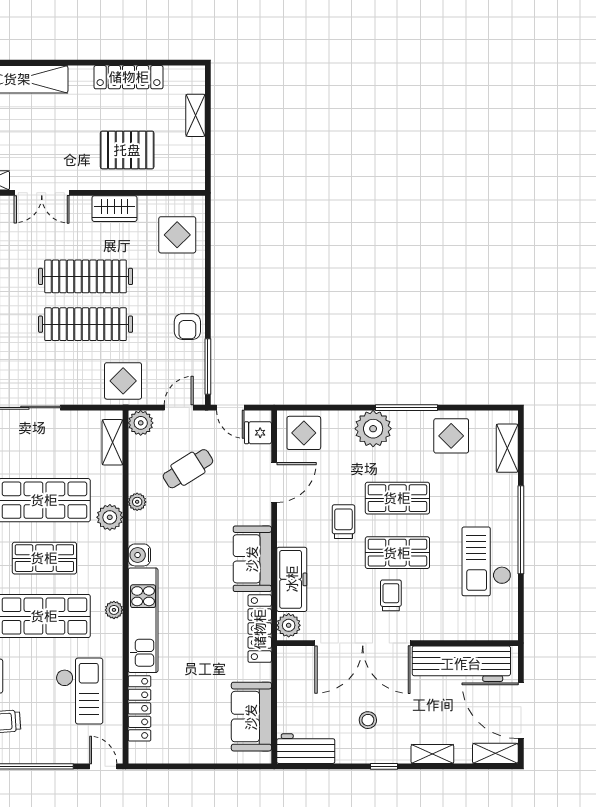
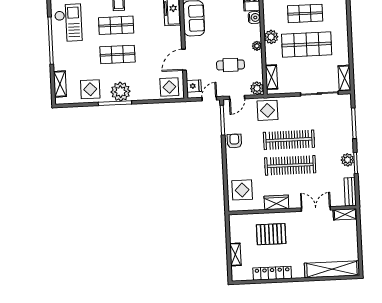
door: (230, 408) -> (209, 99), hinge flipped
plant: (373, 429) -> (121, 92), moved
cafe table: (188, 469) -> (230, 65), turned 32
trolley: (343, 522) -> (146, 40), removed

